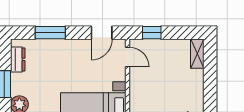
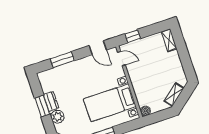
door: (102, 33) -> (98, 48), hinge flipped
dresser: (18, 59) -> (51, 101), moved

